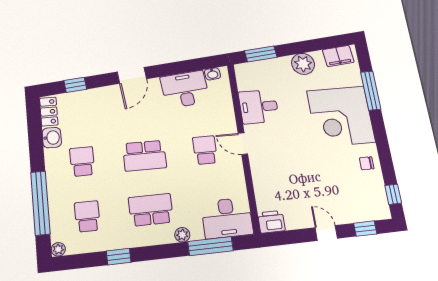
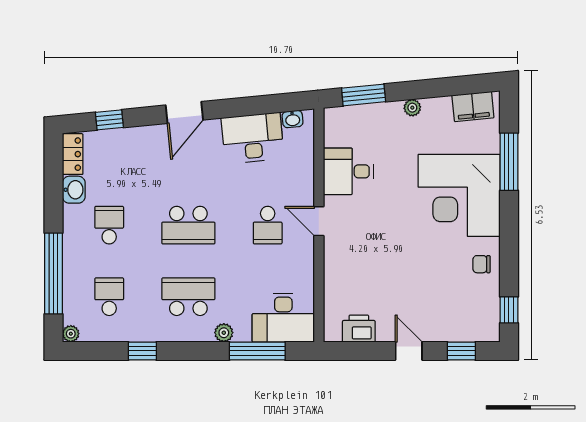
plant: (303, 64) -> (412, 108), width x0.53, depth x0.53
school desk: (205, 150) -> (268, 225), turned 180
printer: (271, 222) -> (359, 329), moved

